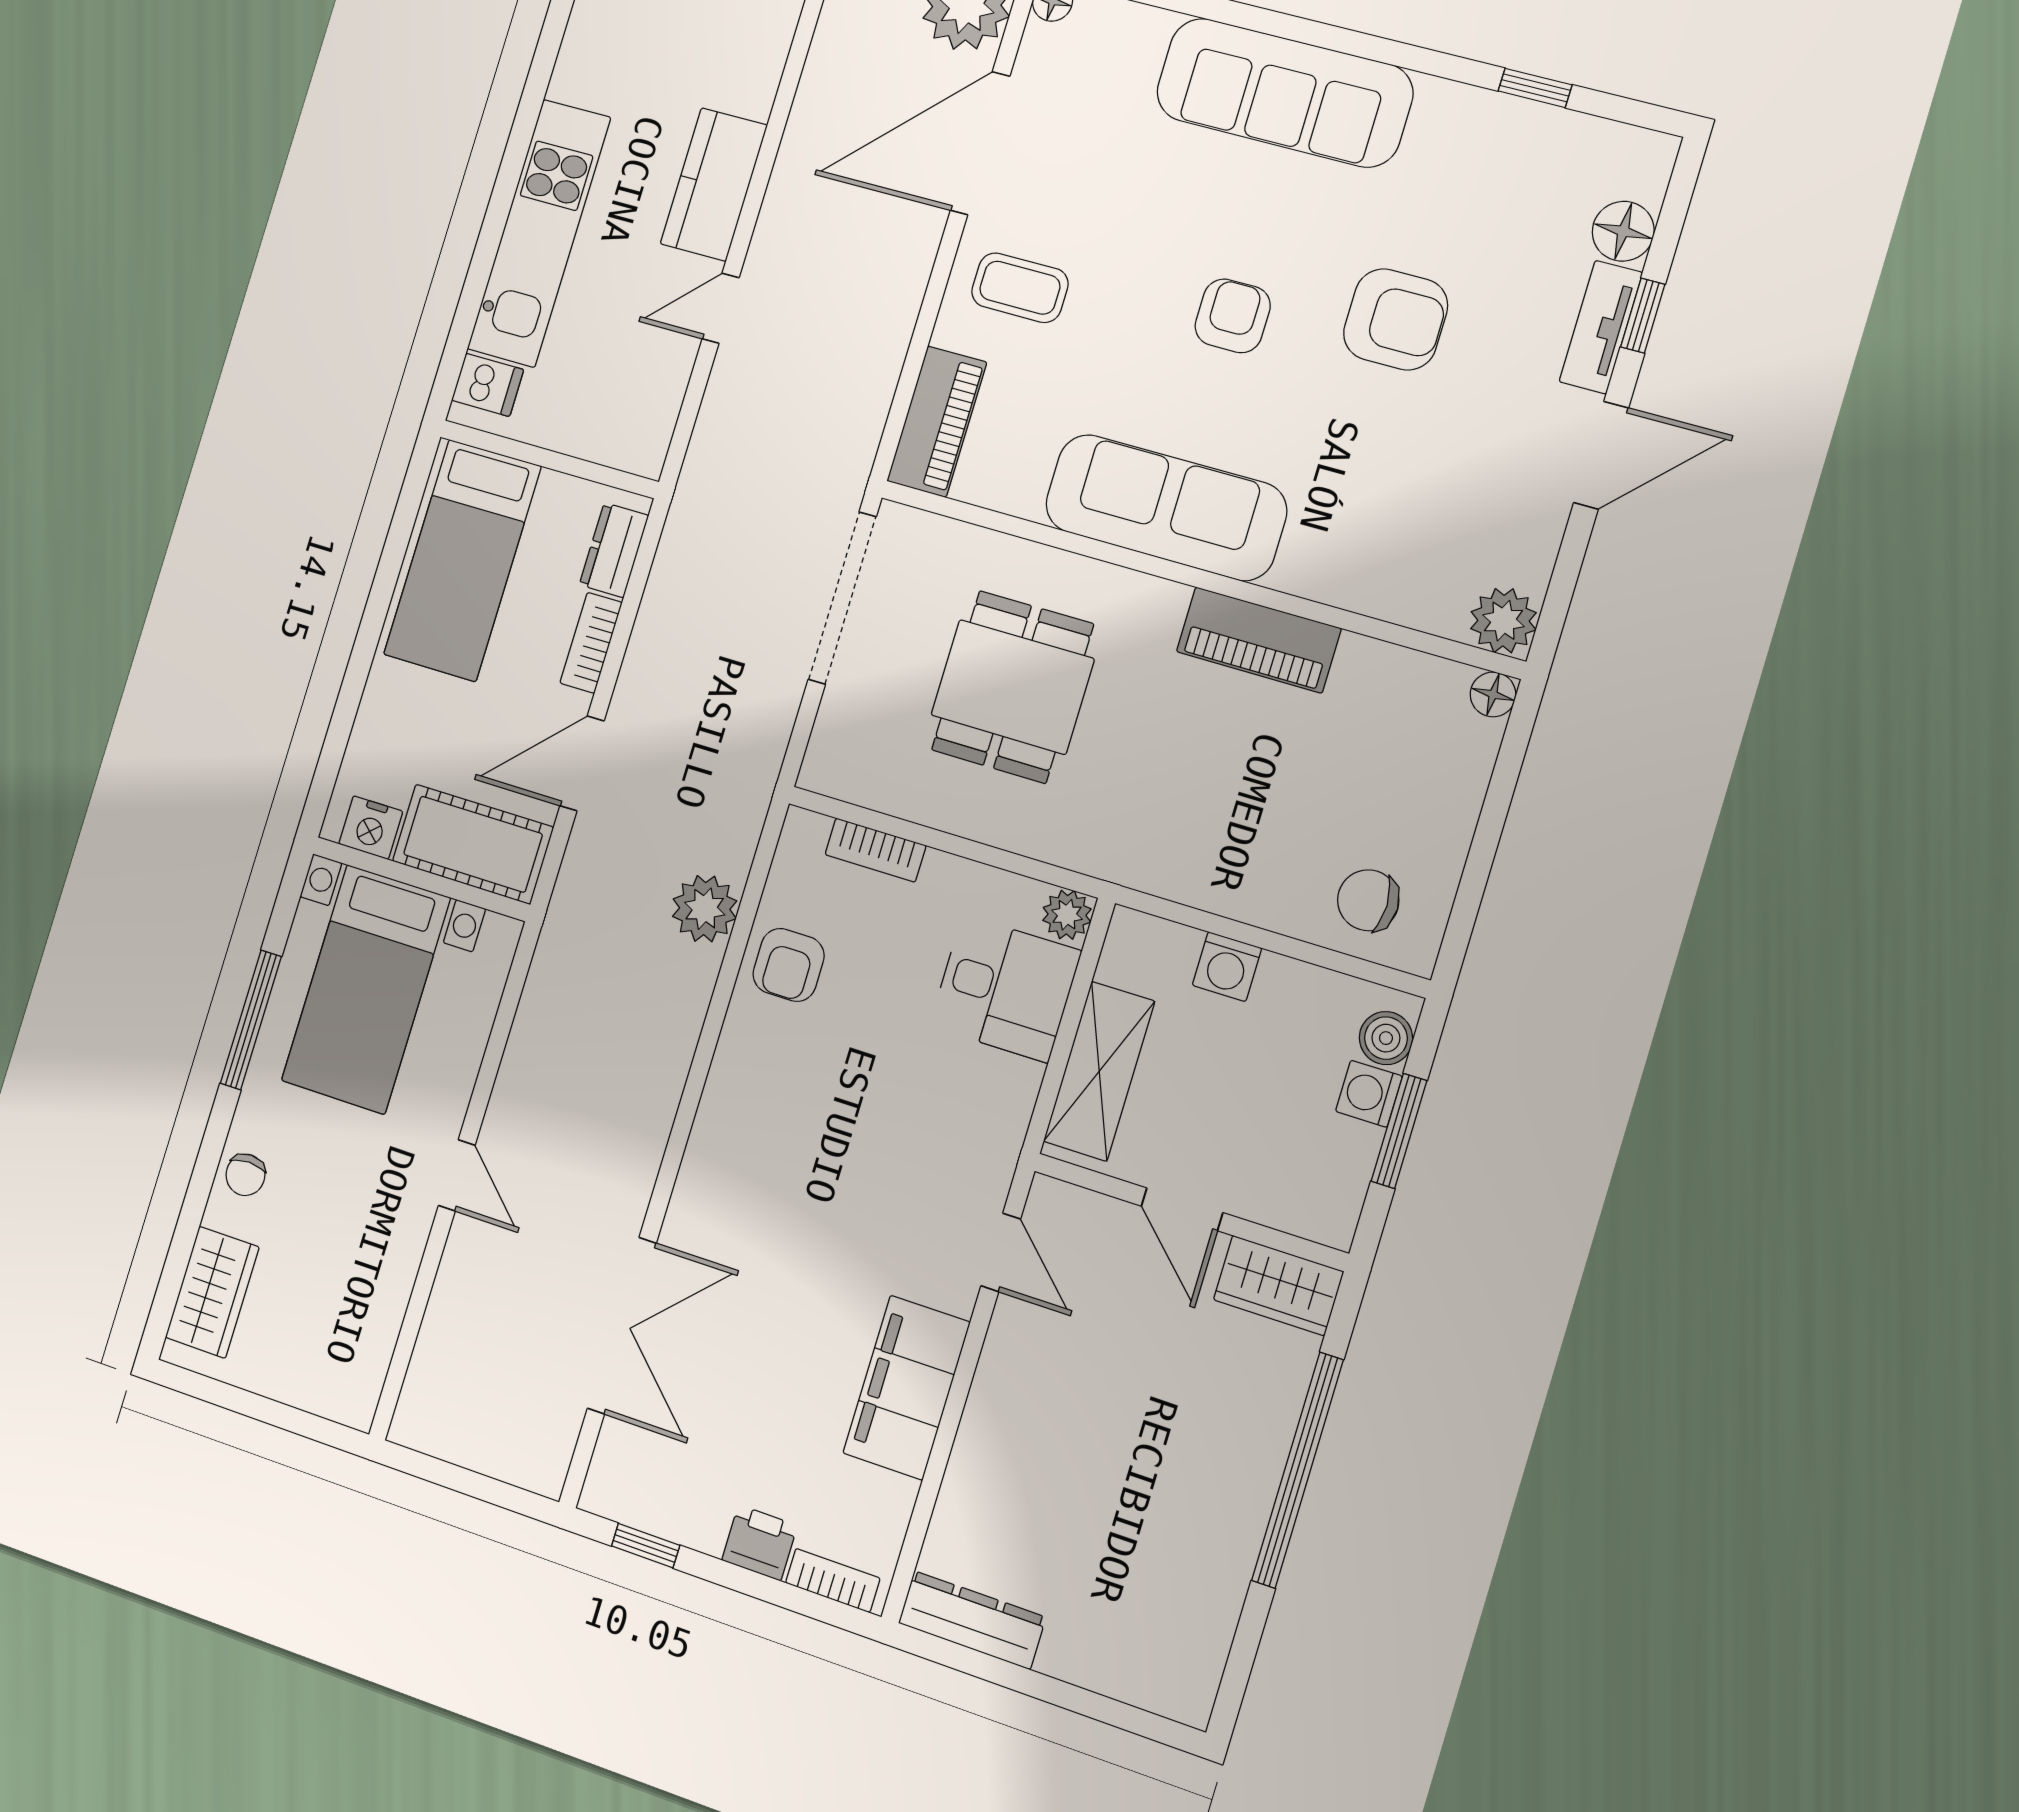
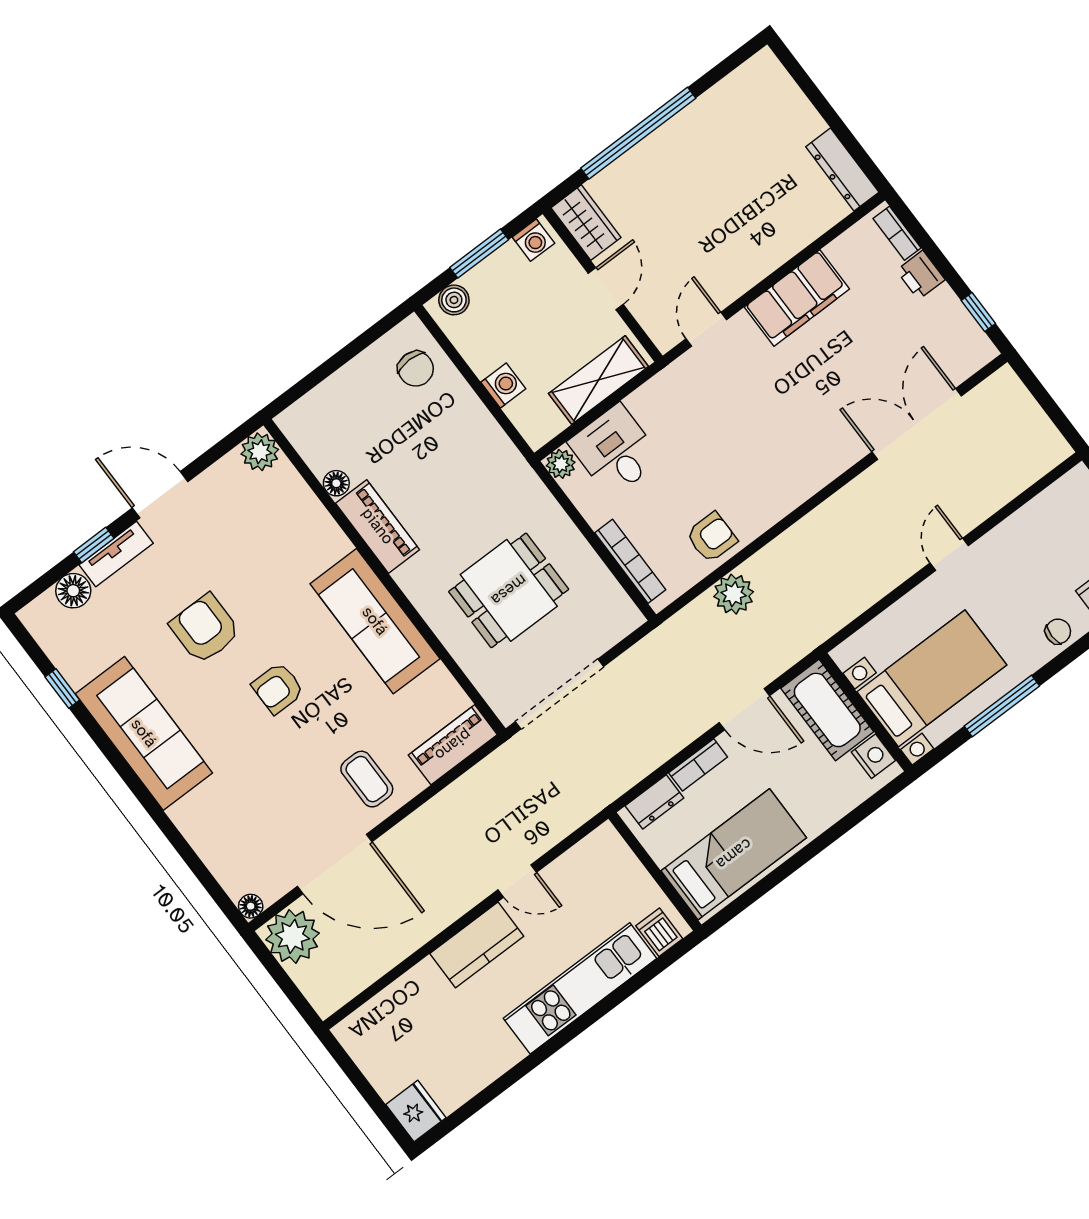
sofa: (1284, 93) -> (144, 733), moved
floor lamp: (1493, 694) -> (336, 483), moved
bookcase: (875, 850) -> (630, 561), width x1.56
washing machine: (1369, 1094) -> (533, 240), moved

